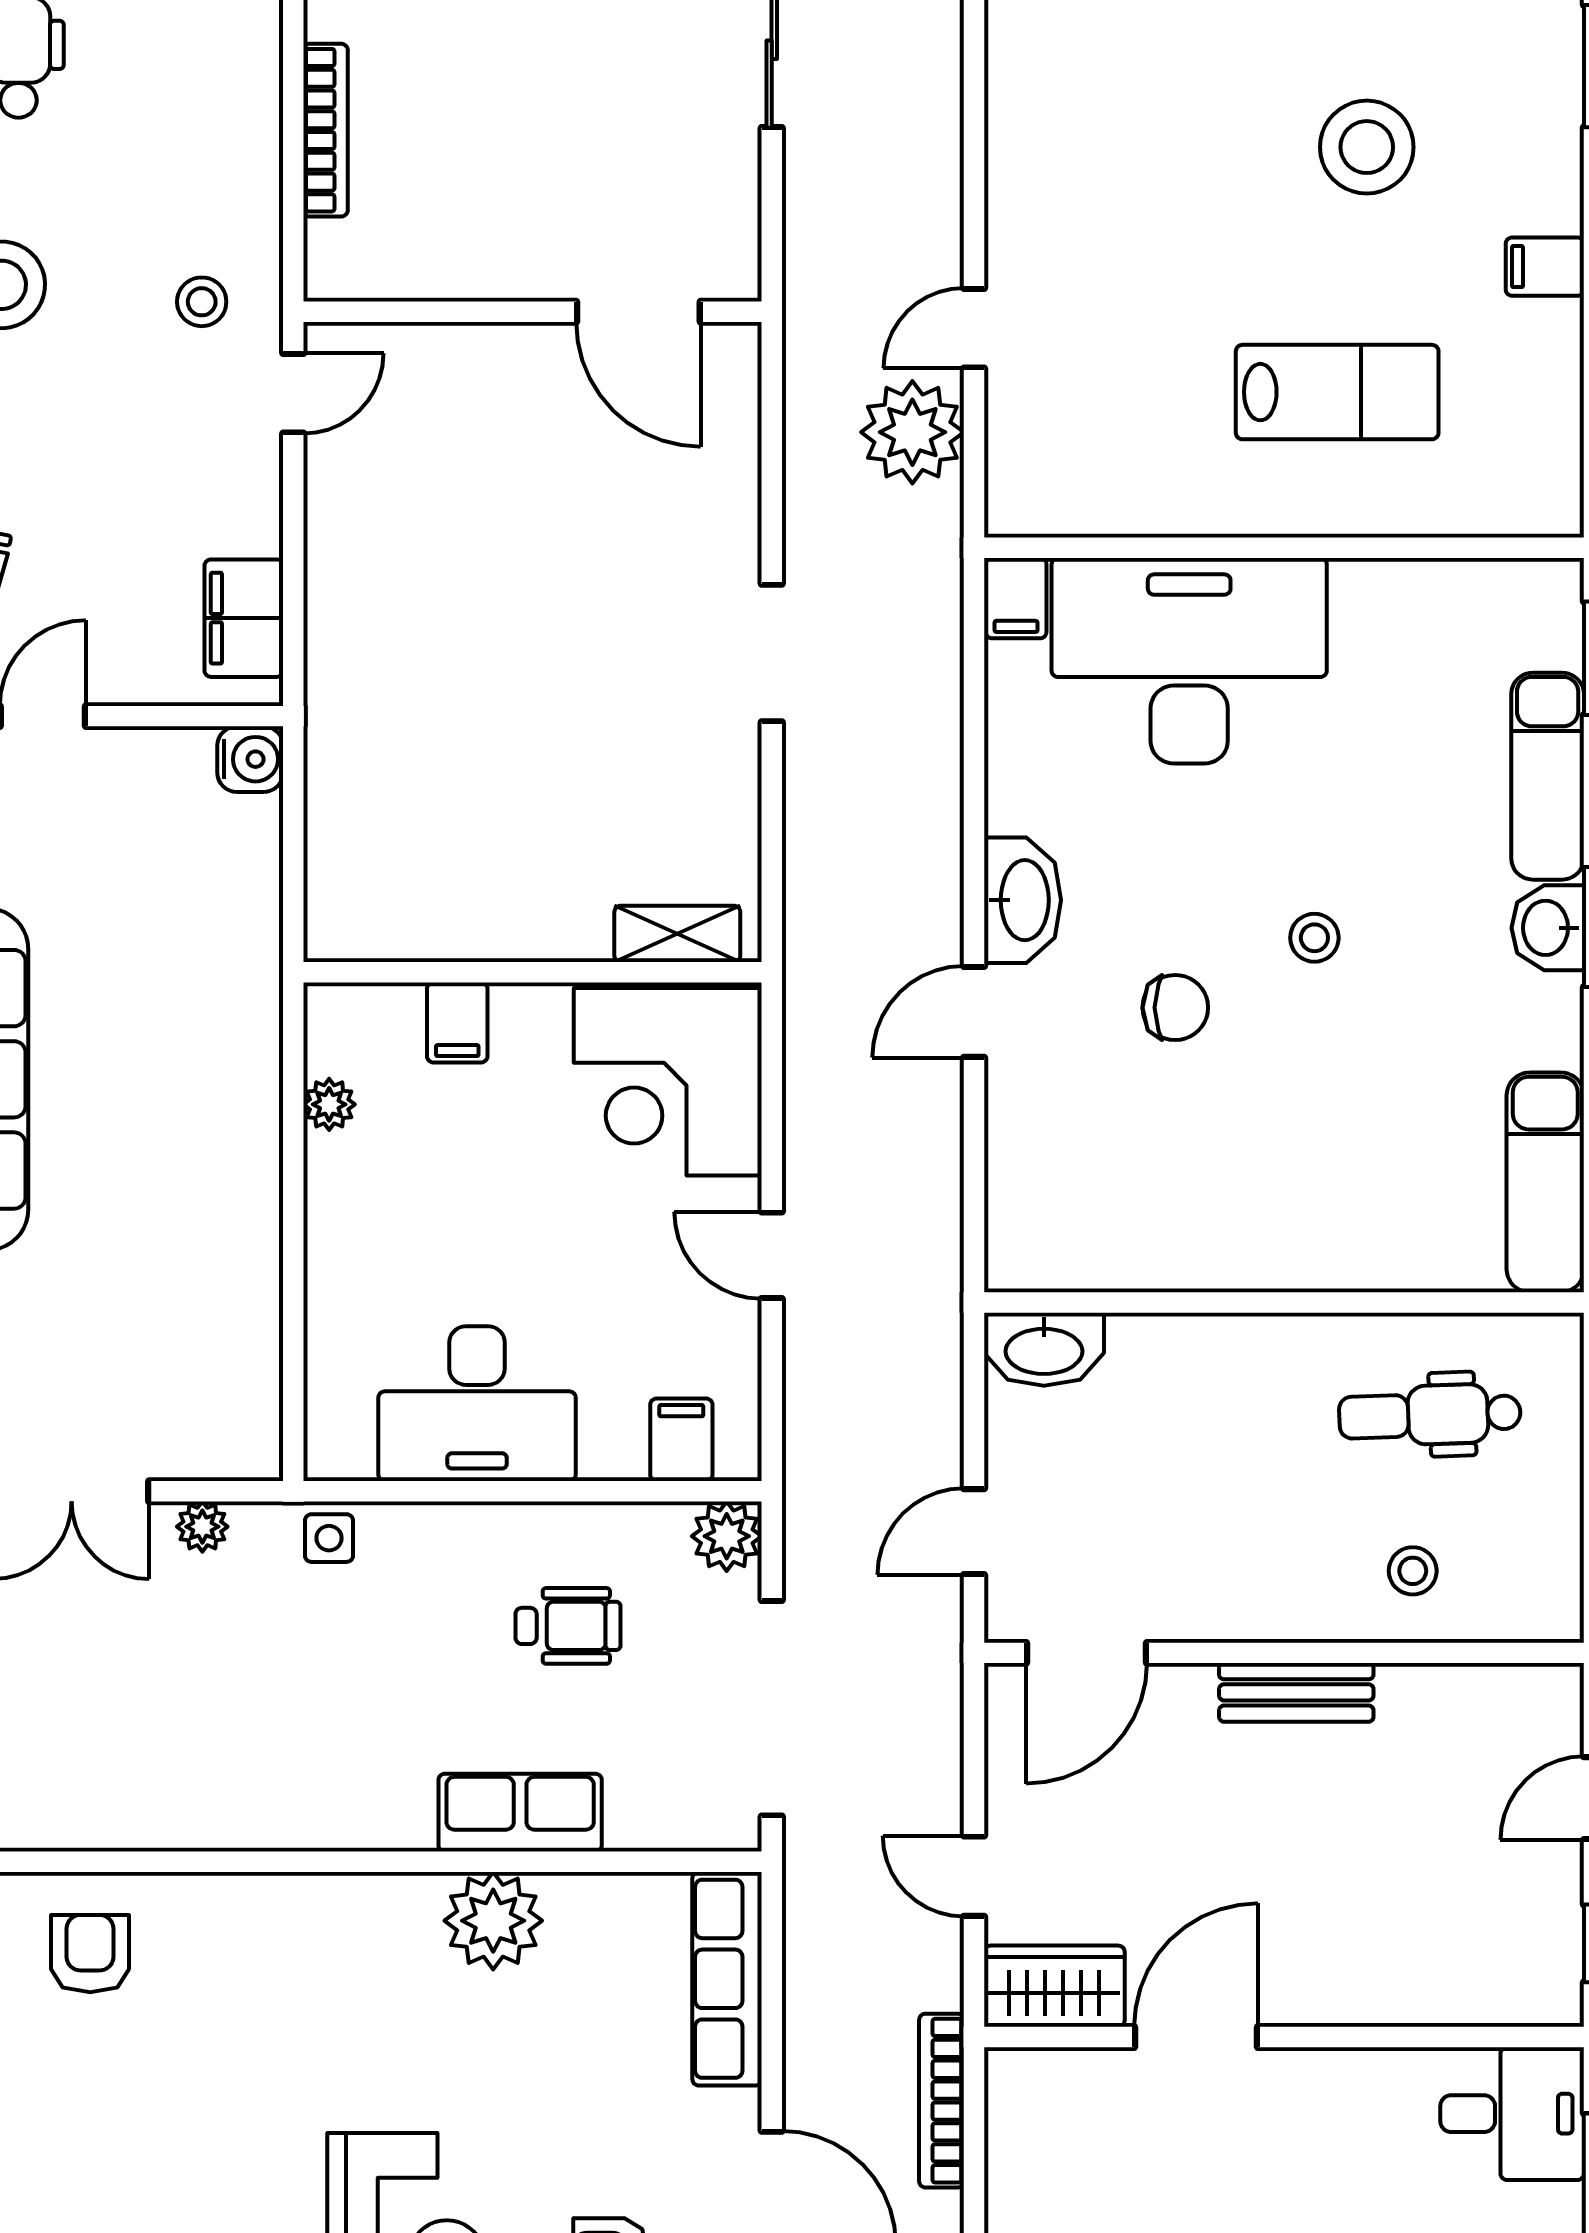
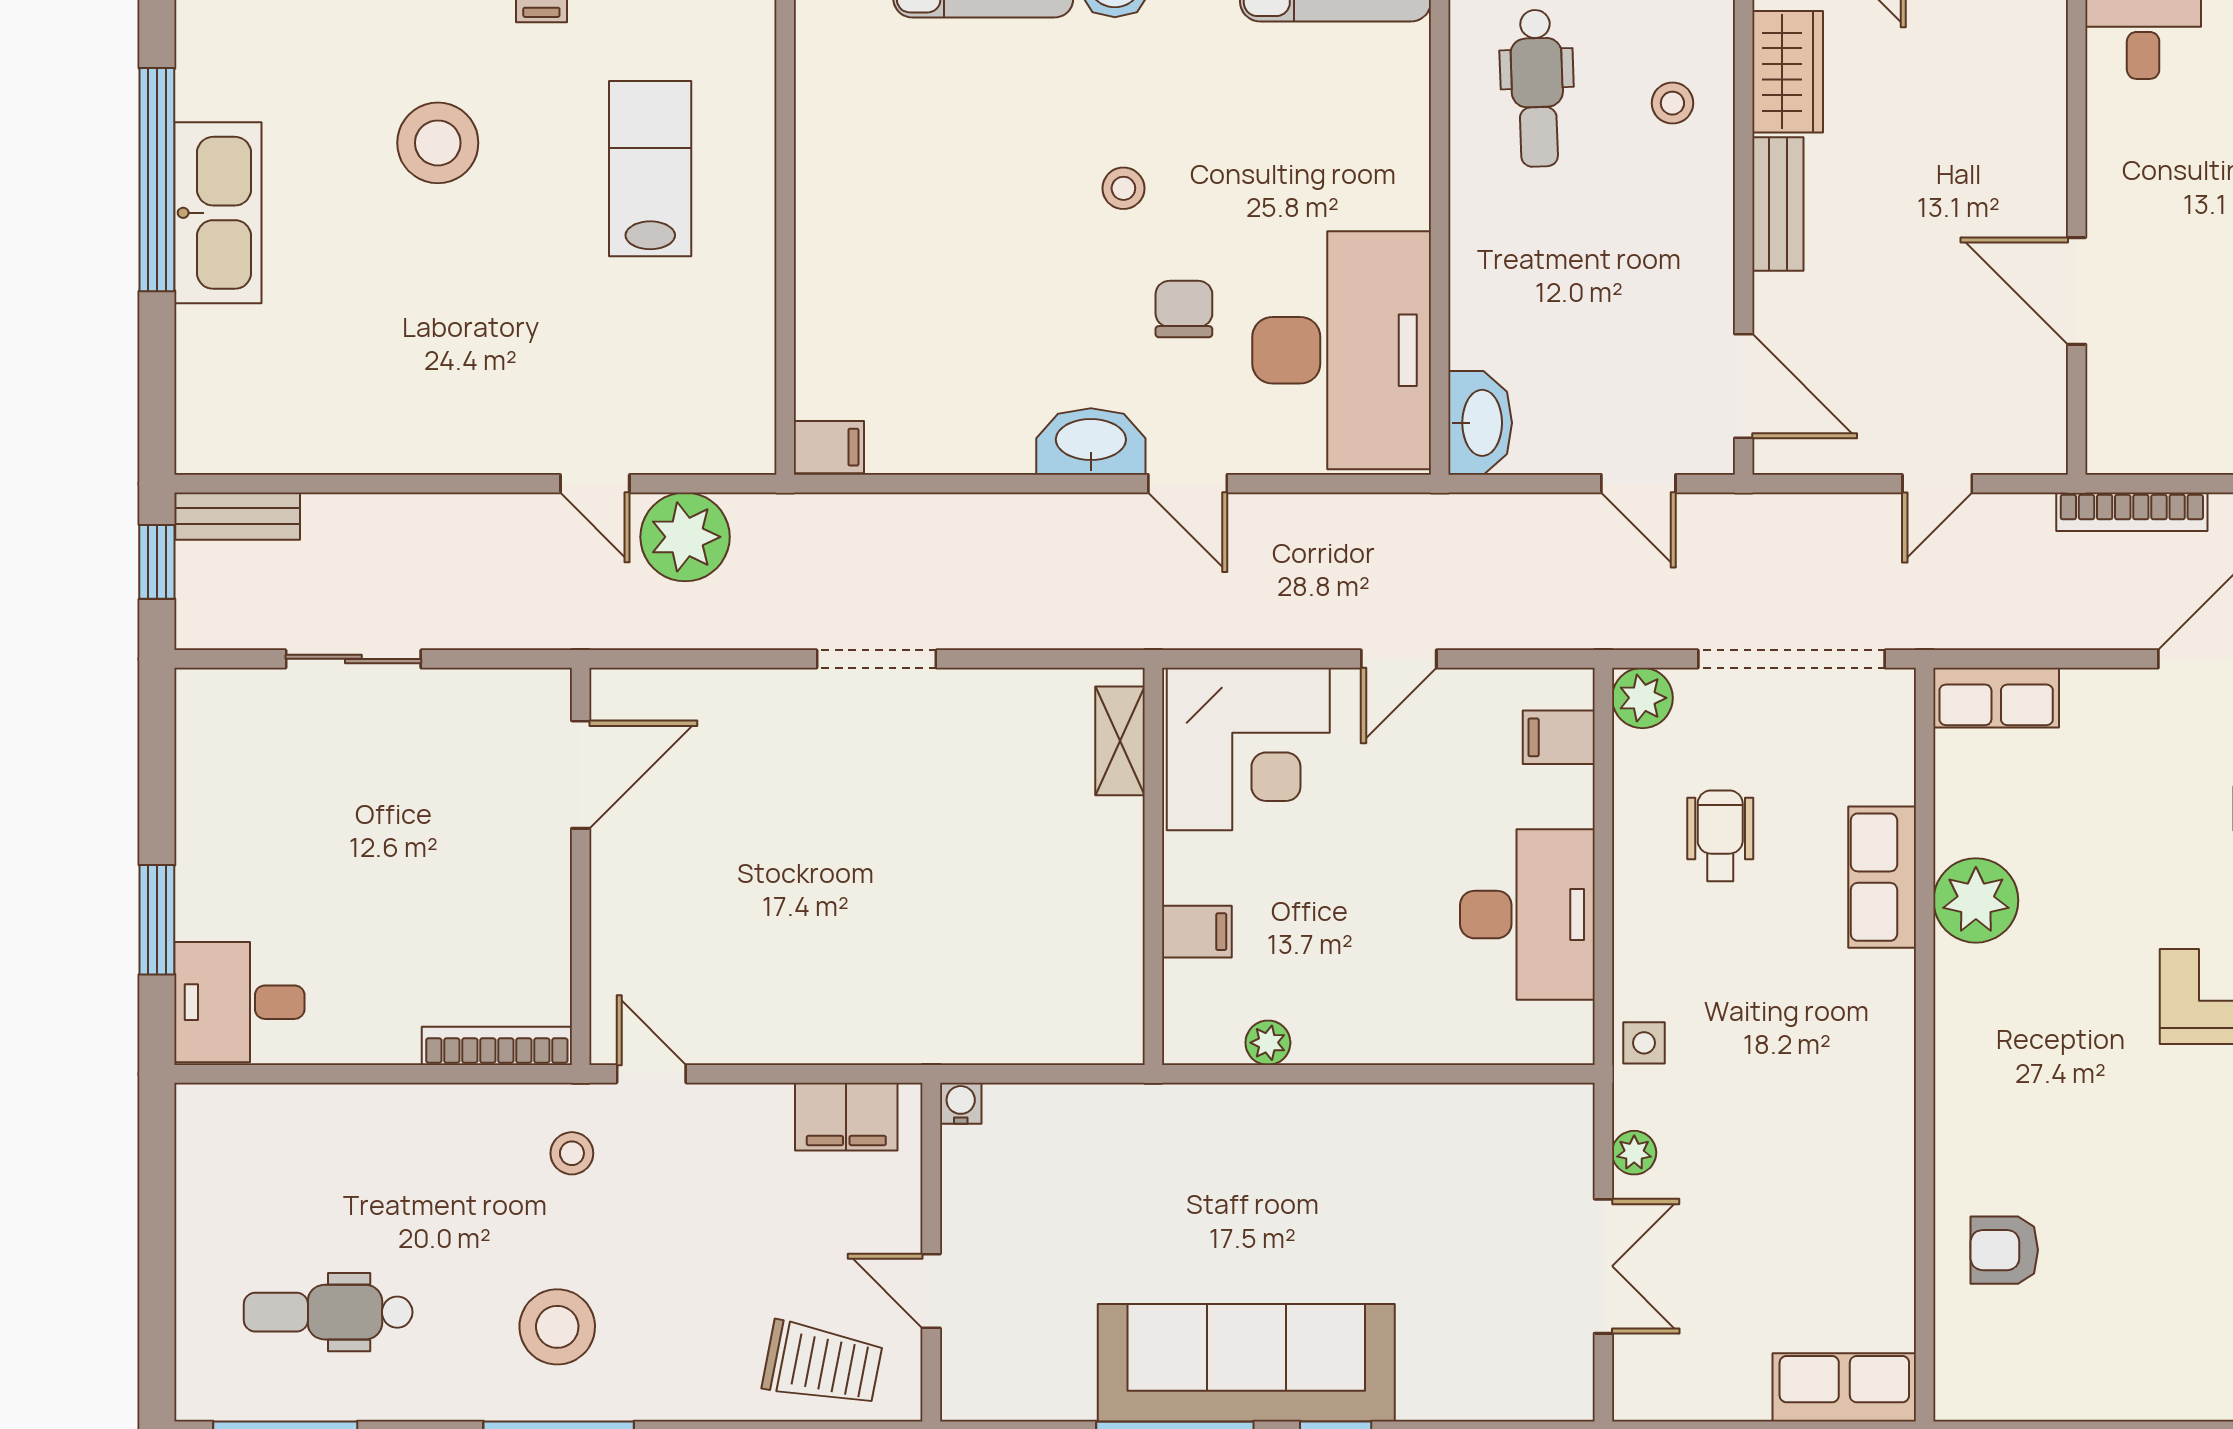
bookcase: (326, 130) -> (497, 1046), moved
desk: (1189, 661) -> (1342, 350), moved, turned 180
water cooler: (250, 759) -> (961, 1103), width x0.72, depth x0.72
row of seats: (727, 1979) -> (1996, 698), width x0.68
wardrobe: (1054, 1986) -> (1788, 72), moved, turned 180

